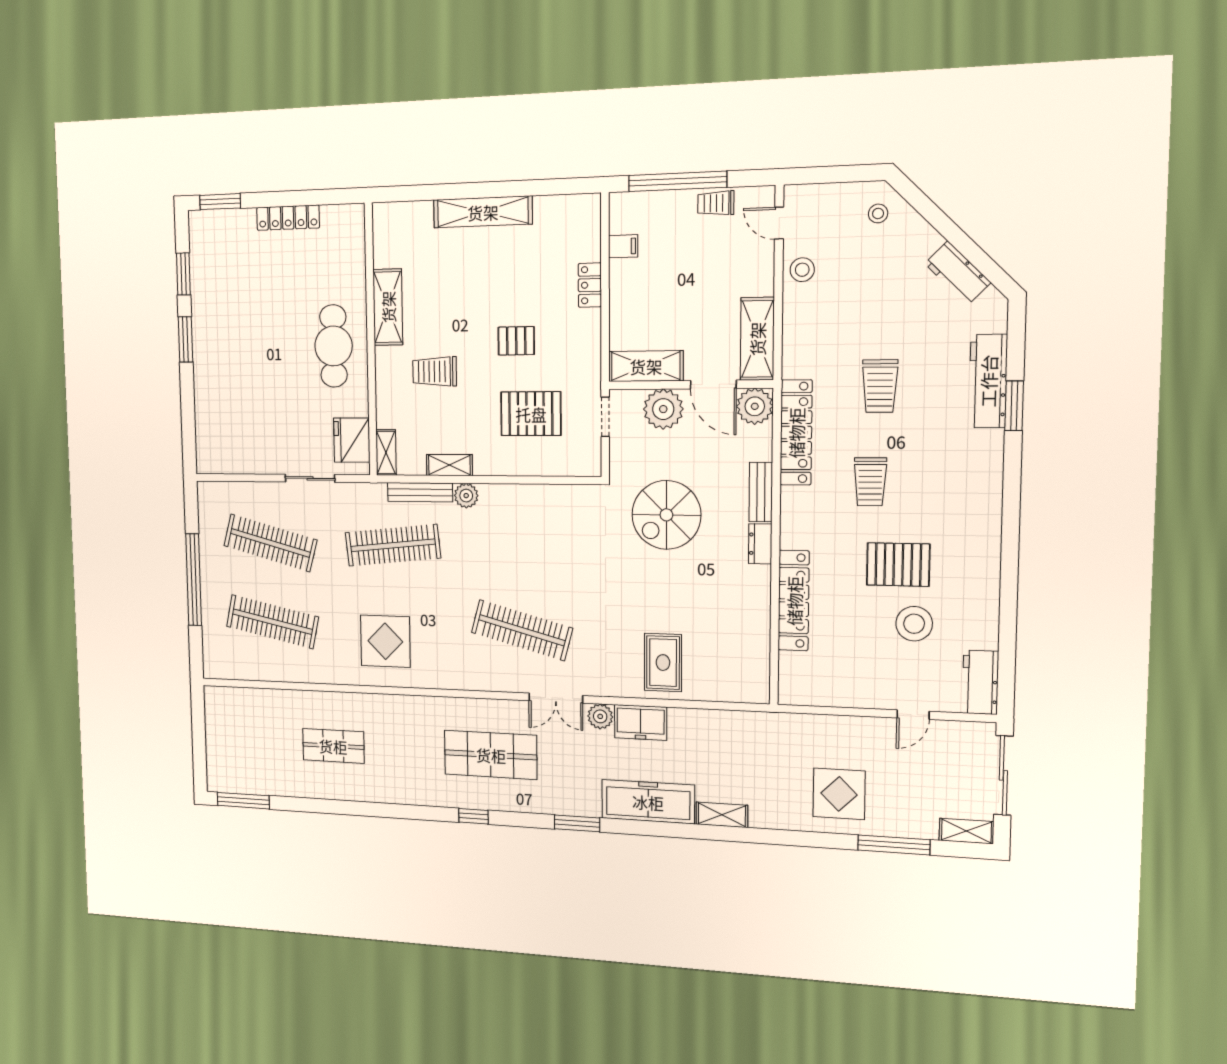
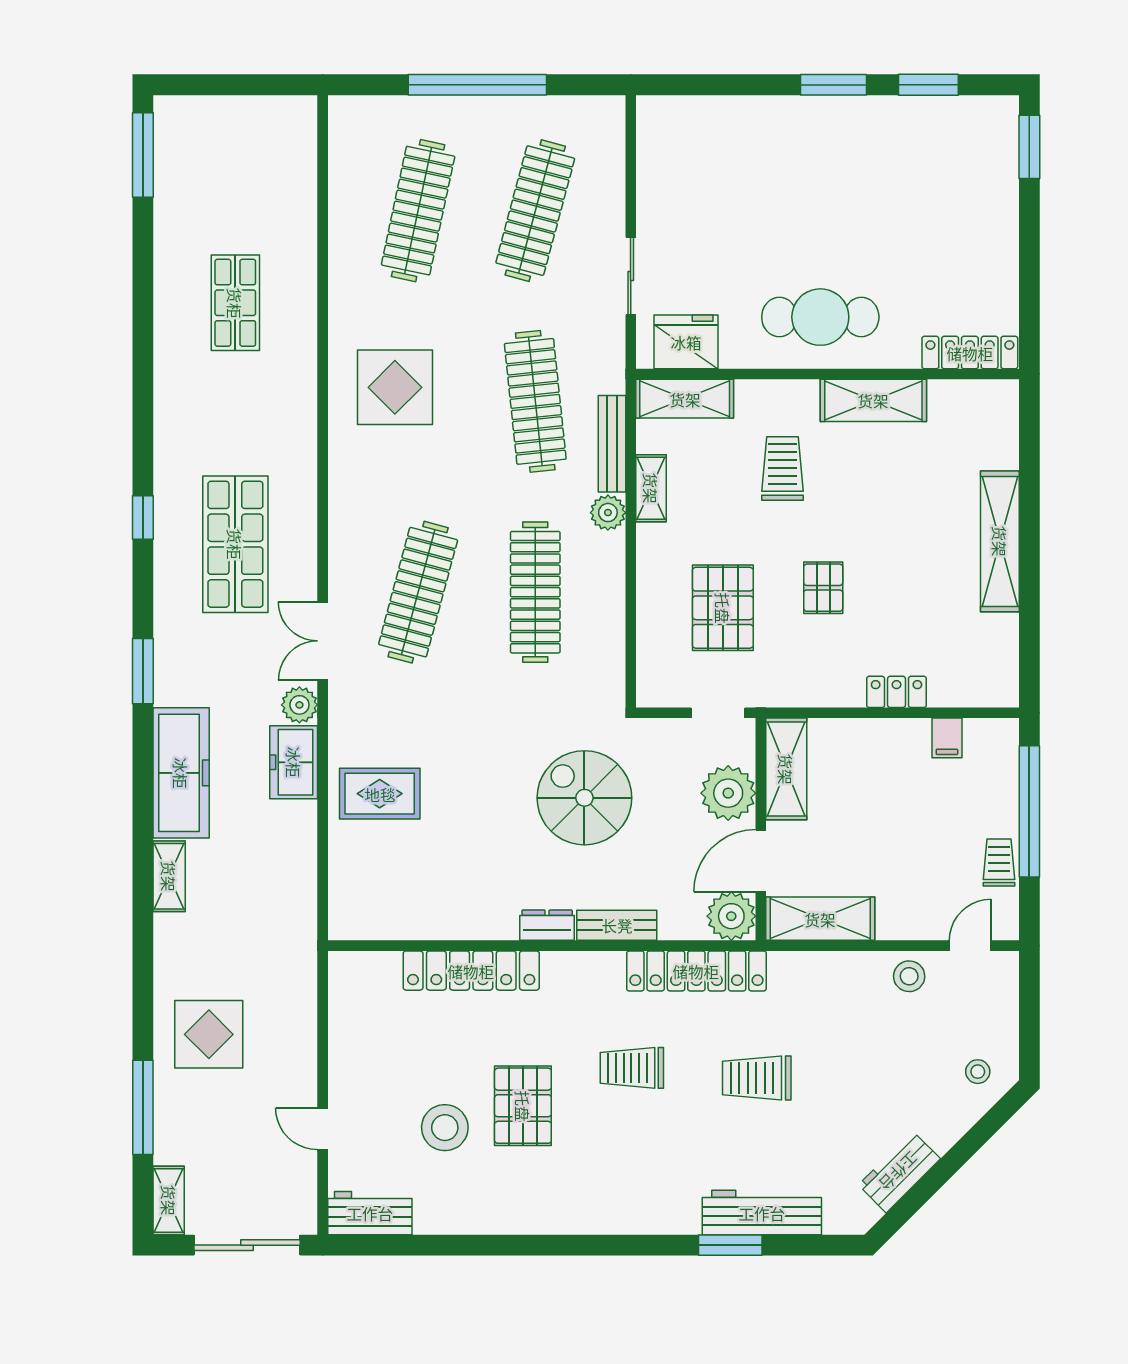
locker: (288, 218) -> (970, 353), moved, turned 90
shelving: (386, 453) -> (685, 399), width x1.50, depth x1.33
clothes rail: (521, 548) -> (535, 592), added

